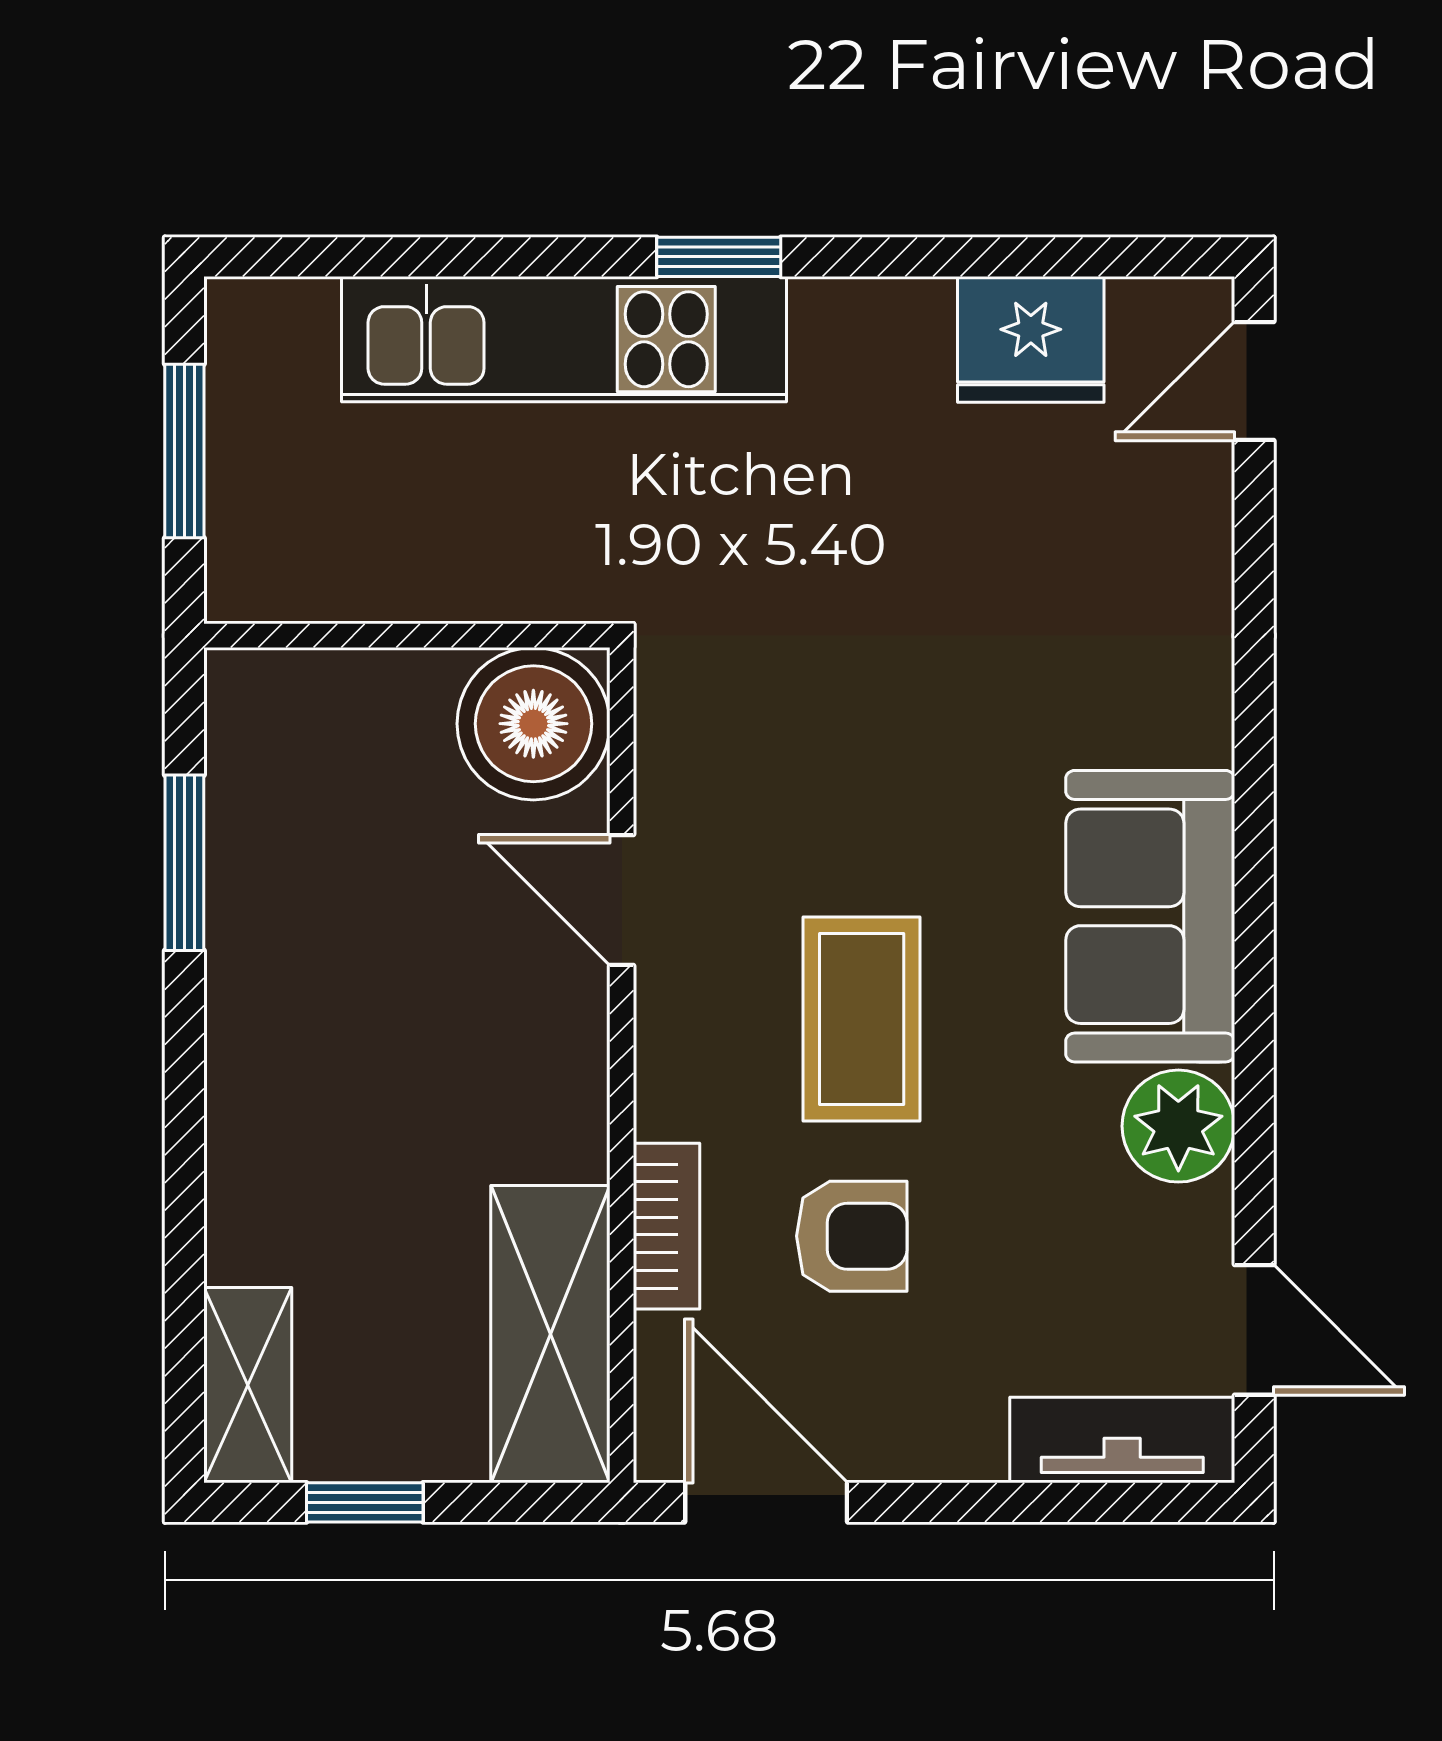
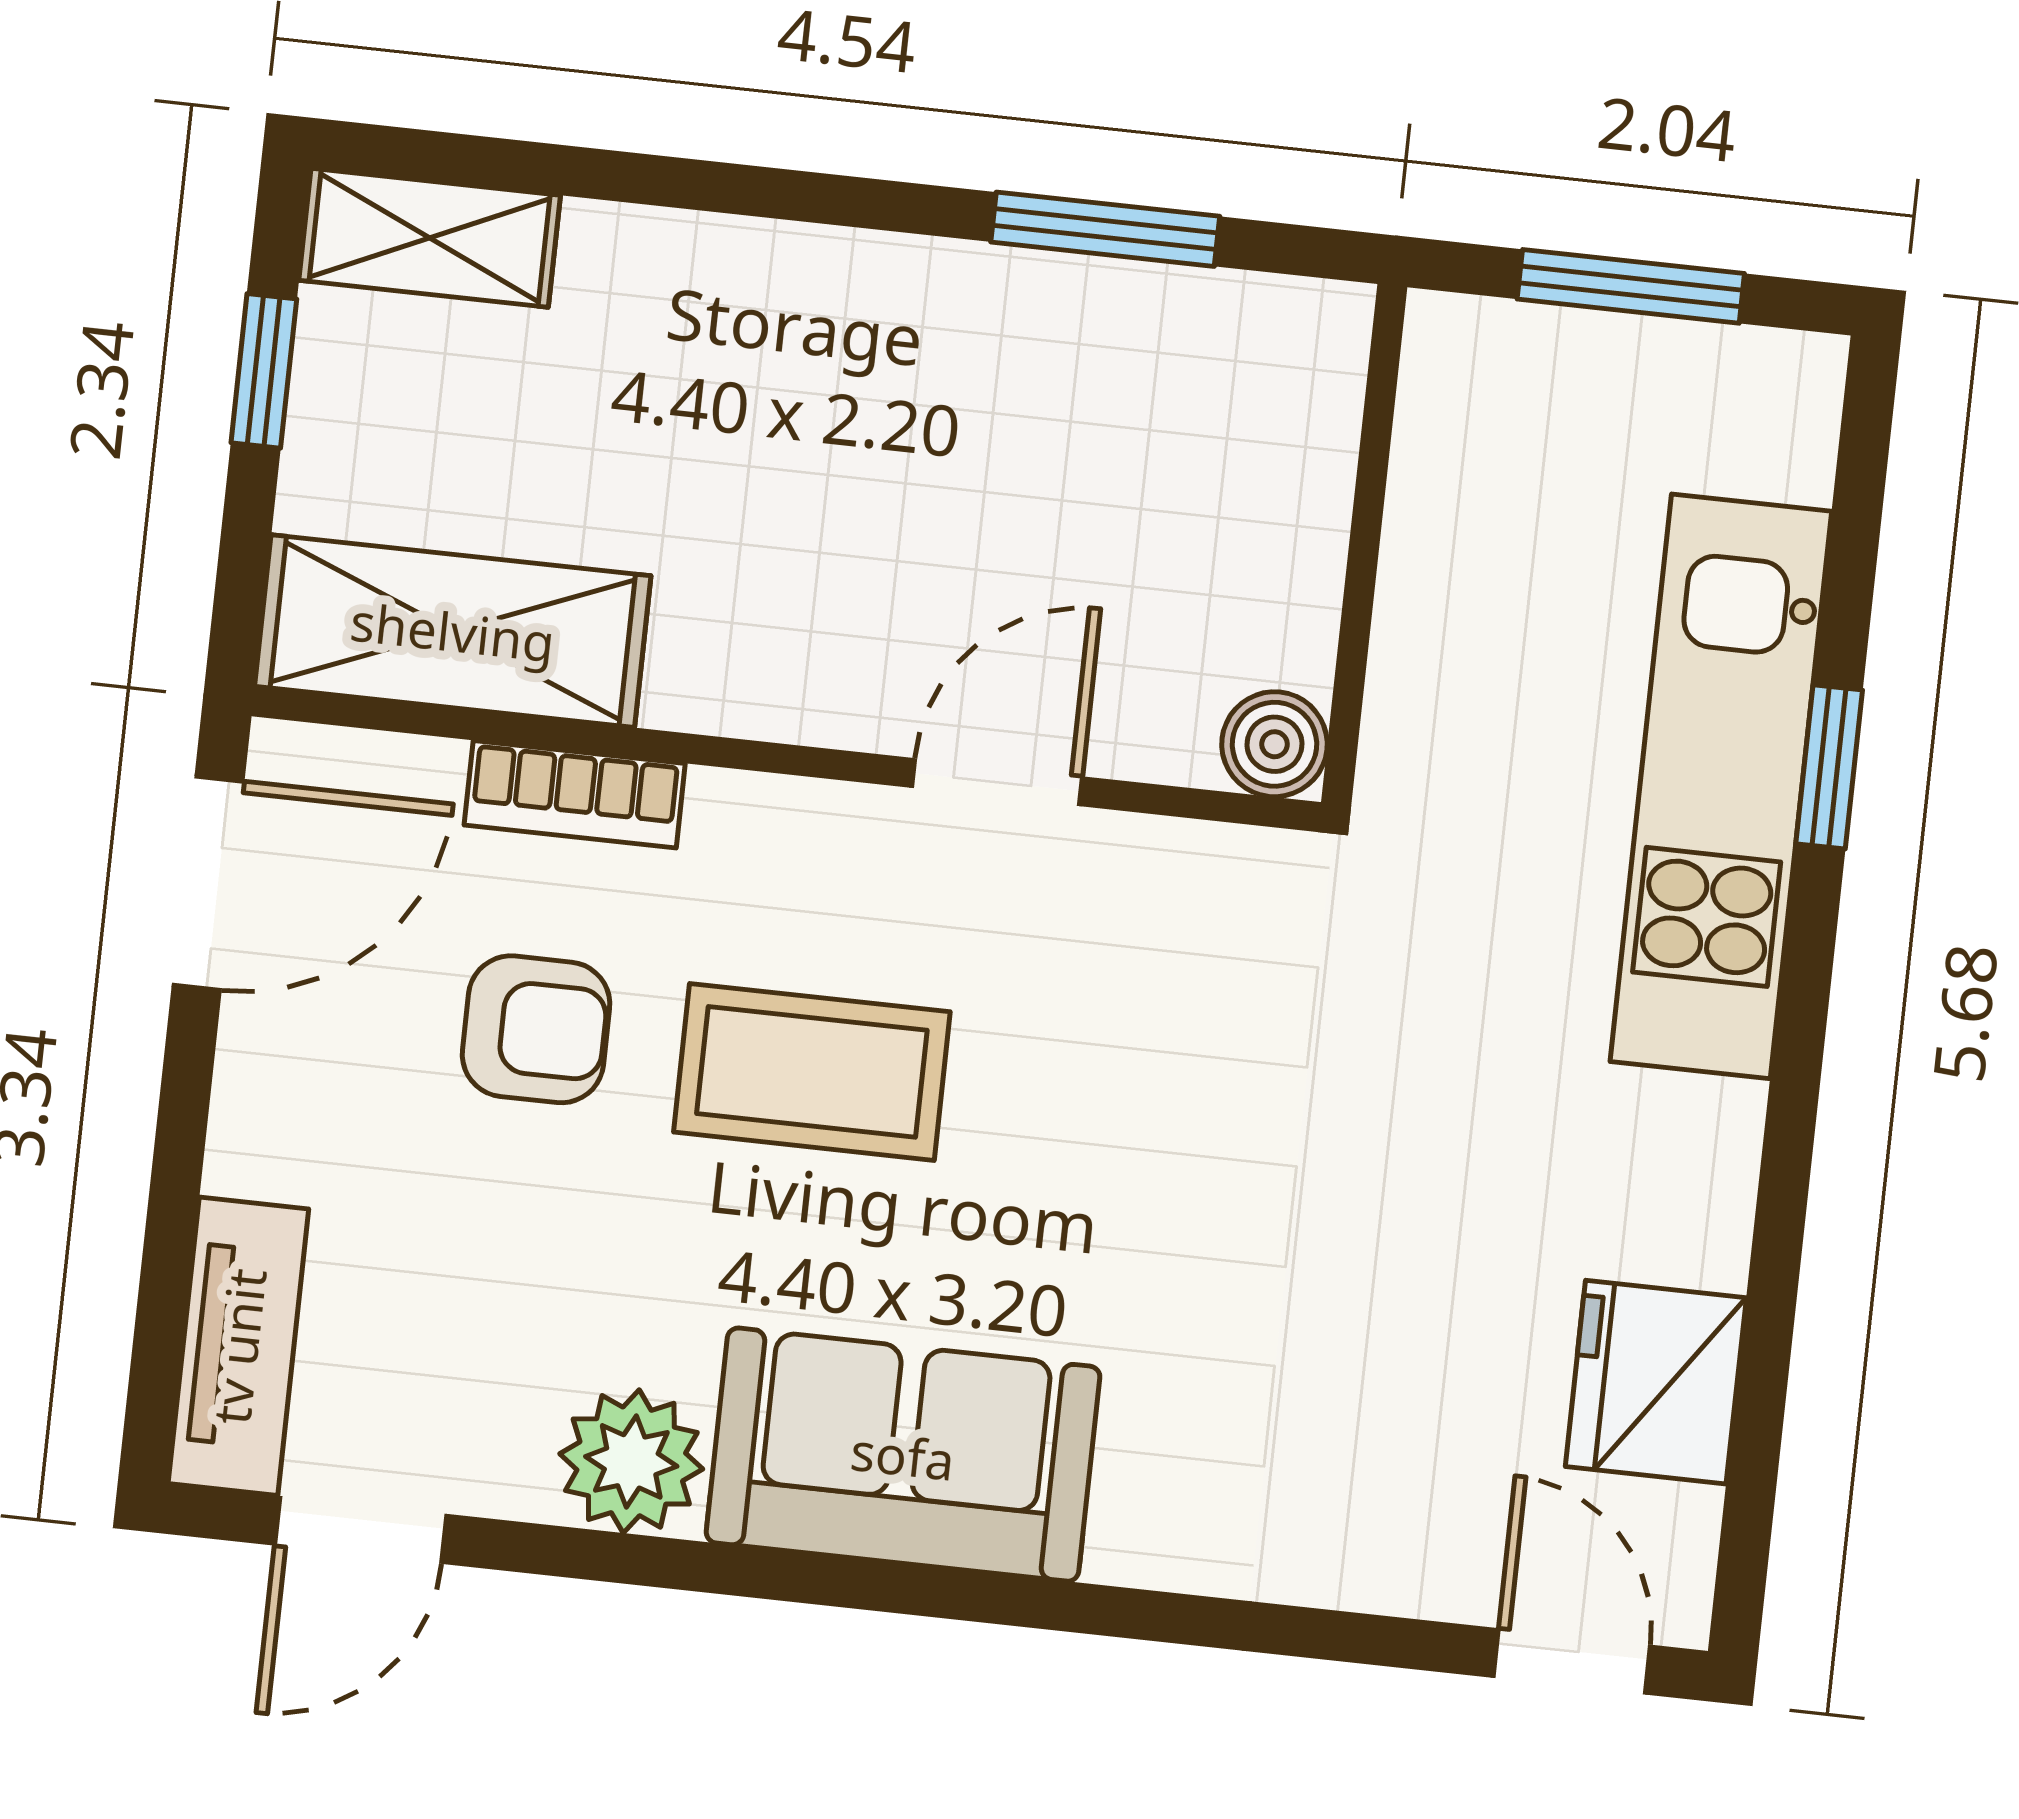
window: (719, 257) -> (1829, 767), moved
boiler: (533, 724) -> (1274, 744), width x0.54, depth x0.54
armchair: (852, 1236) -> (536, 1029), turned -90

